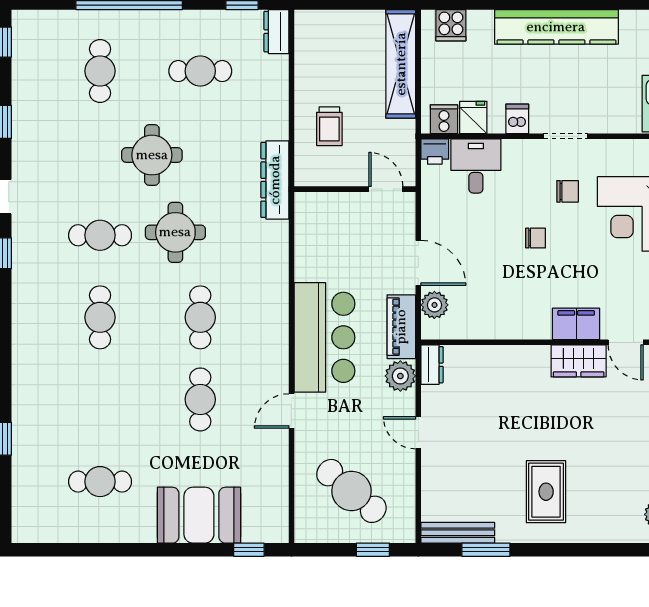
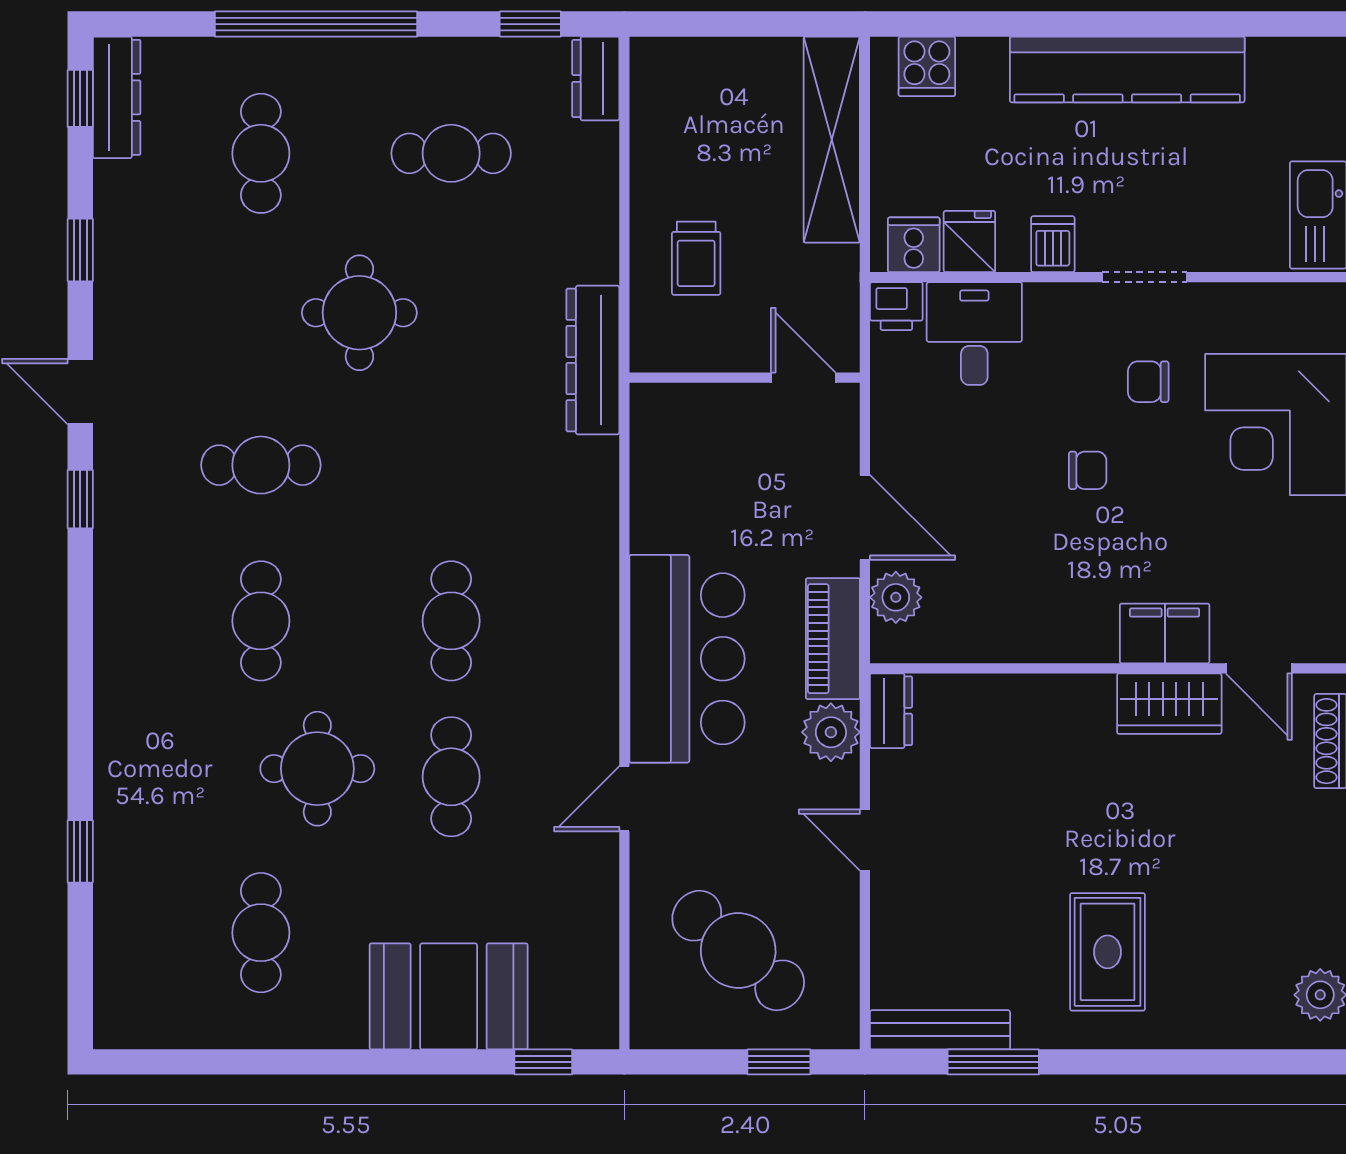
dresser: (24, 42) -> (117, 97), added
chair: (568, 191) -> (1148, 382), turned 180
round table: (175, 232) -> (317, 769), moved
cafe table: (100, 482) -> (261, 933), turned 90

